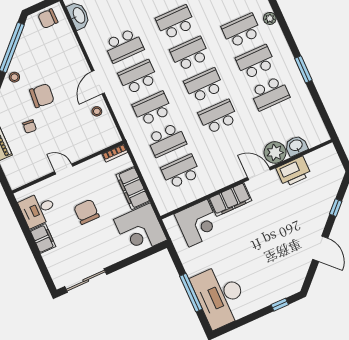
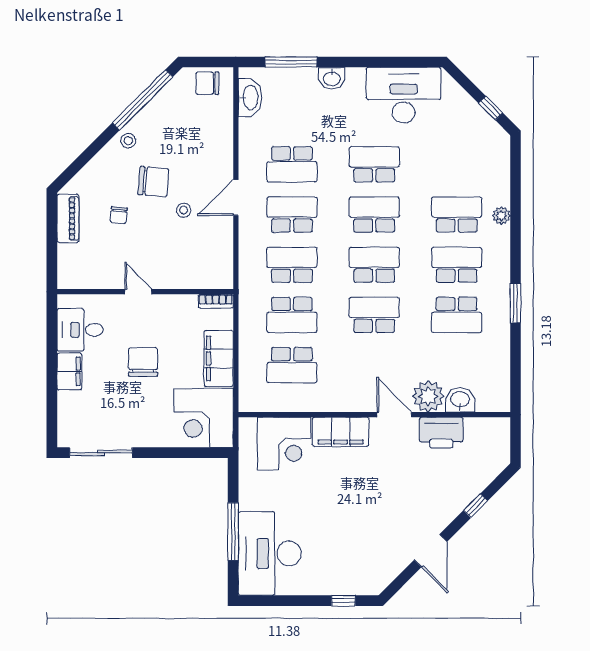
stool: (97, 111) -> (184, 210), moved
school desk: (181, 172) -> (292, 365), turned 180

